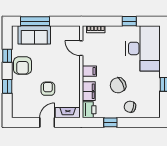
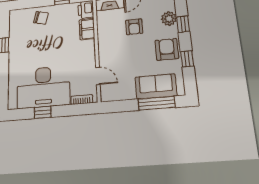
desk: (143, 48) -> (43, 87), moved, turned -90
filing cabinet: (89, 71) -> (87, 51), removed
chair: (118, 85) -> (54, 39), removed
plant: (18, 93) -> (169, 19), added

